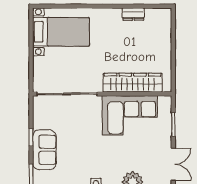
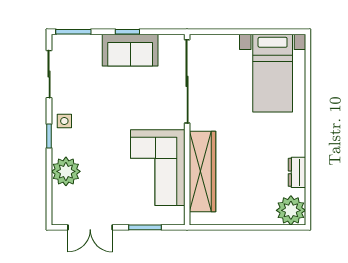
plant: (161, 18) -> (291, 210), added
sofa: (44, 150) -> (130, 50), moved

